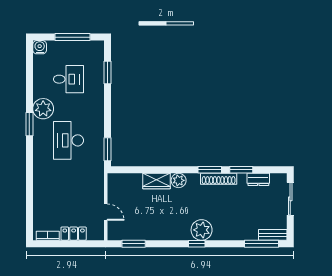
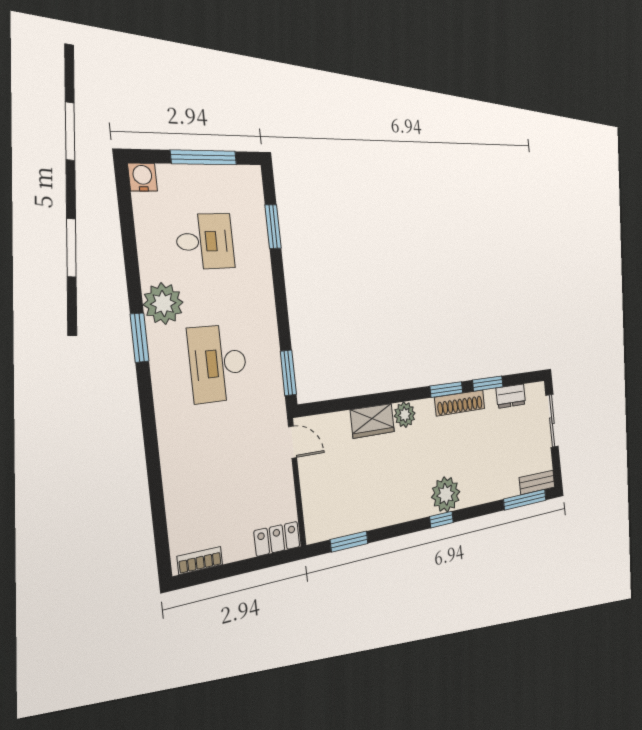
door: (106, 212) -> (293, 442), moved
locker: (74, 234) -> (277, 539), moved

